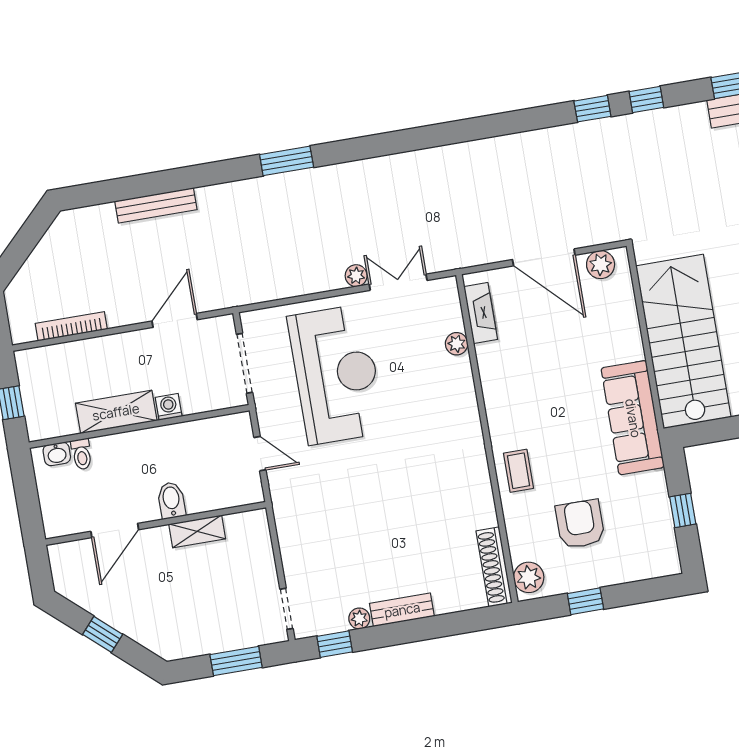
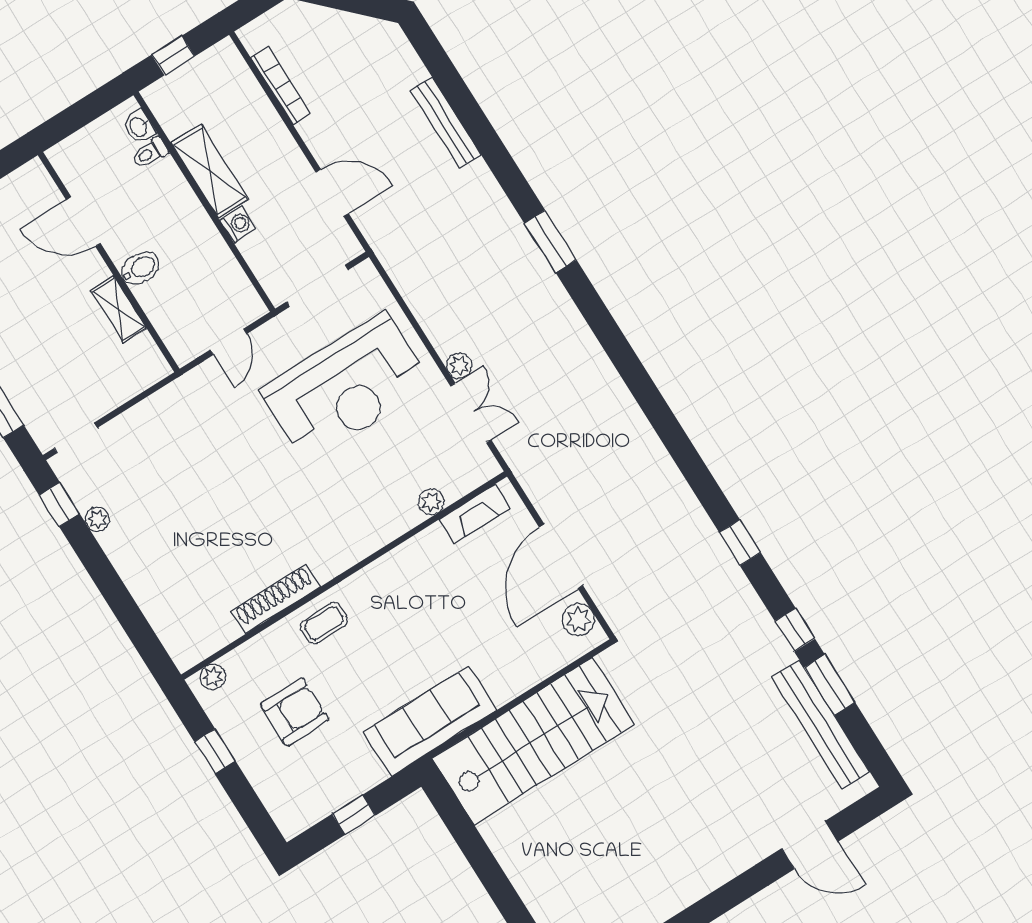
window: (646, 99) -> (795, 630), moved
shoe rack: (494, 567) -> (276, 599), moved
plant: (529, 577) -> (213, 677), width x0.73, depth x0.73
bench: (402, 610) -> (125, 561), removed

